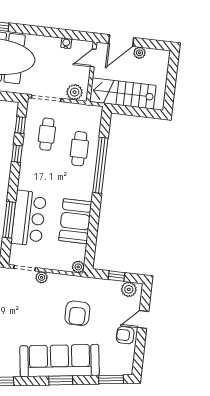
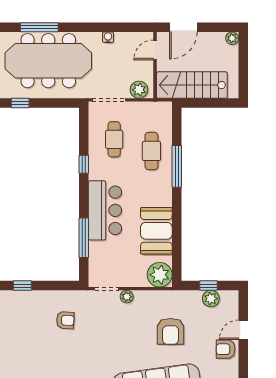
water cooler: (66, 43) -> (108, 37), moved
plant: (140, 53) -> (232, 38), moved
window: (20, 125) -> (84, 133), removed
window: (100, 165) -> (177, 166), width x0.68
bar counter: (29, 218) -> (105, 210), moved
plant: (78, 267) -> (160, 275), width x1.87, depth x1.87
plant: (129, 289) -> (211, 299), moved

